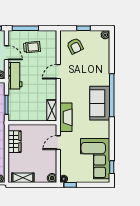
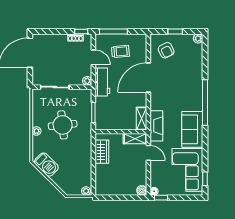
door: (58, 72) -> (148, 78), width x1.88
sofa: (100, 103) -> (192, 129), moved
door: (58, 143) -> (148, 153), swing flipped
shelving: (23, 178) -> (135, 139), moved

